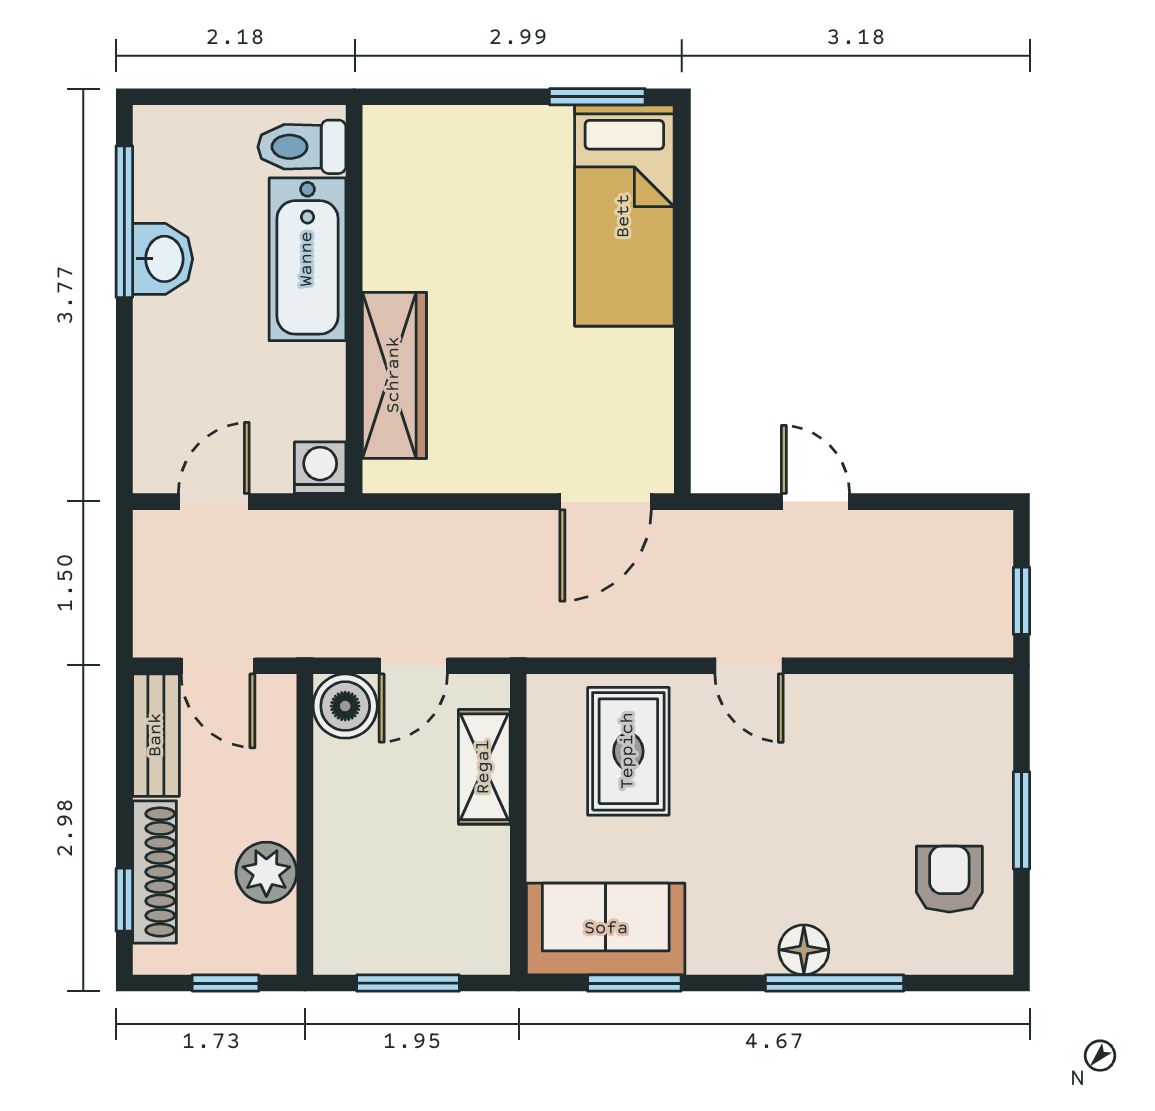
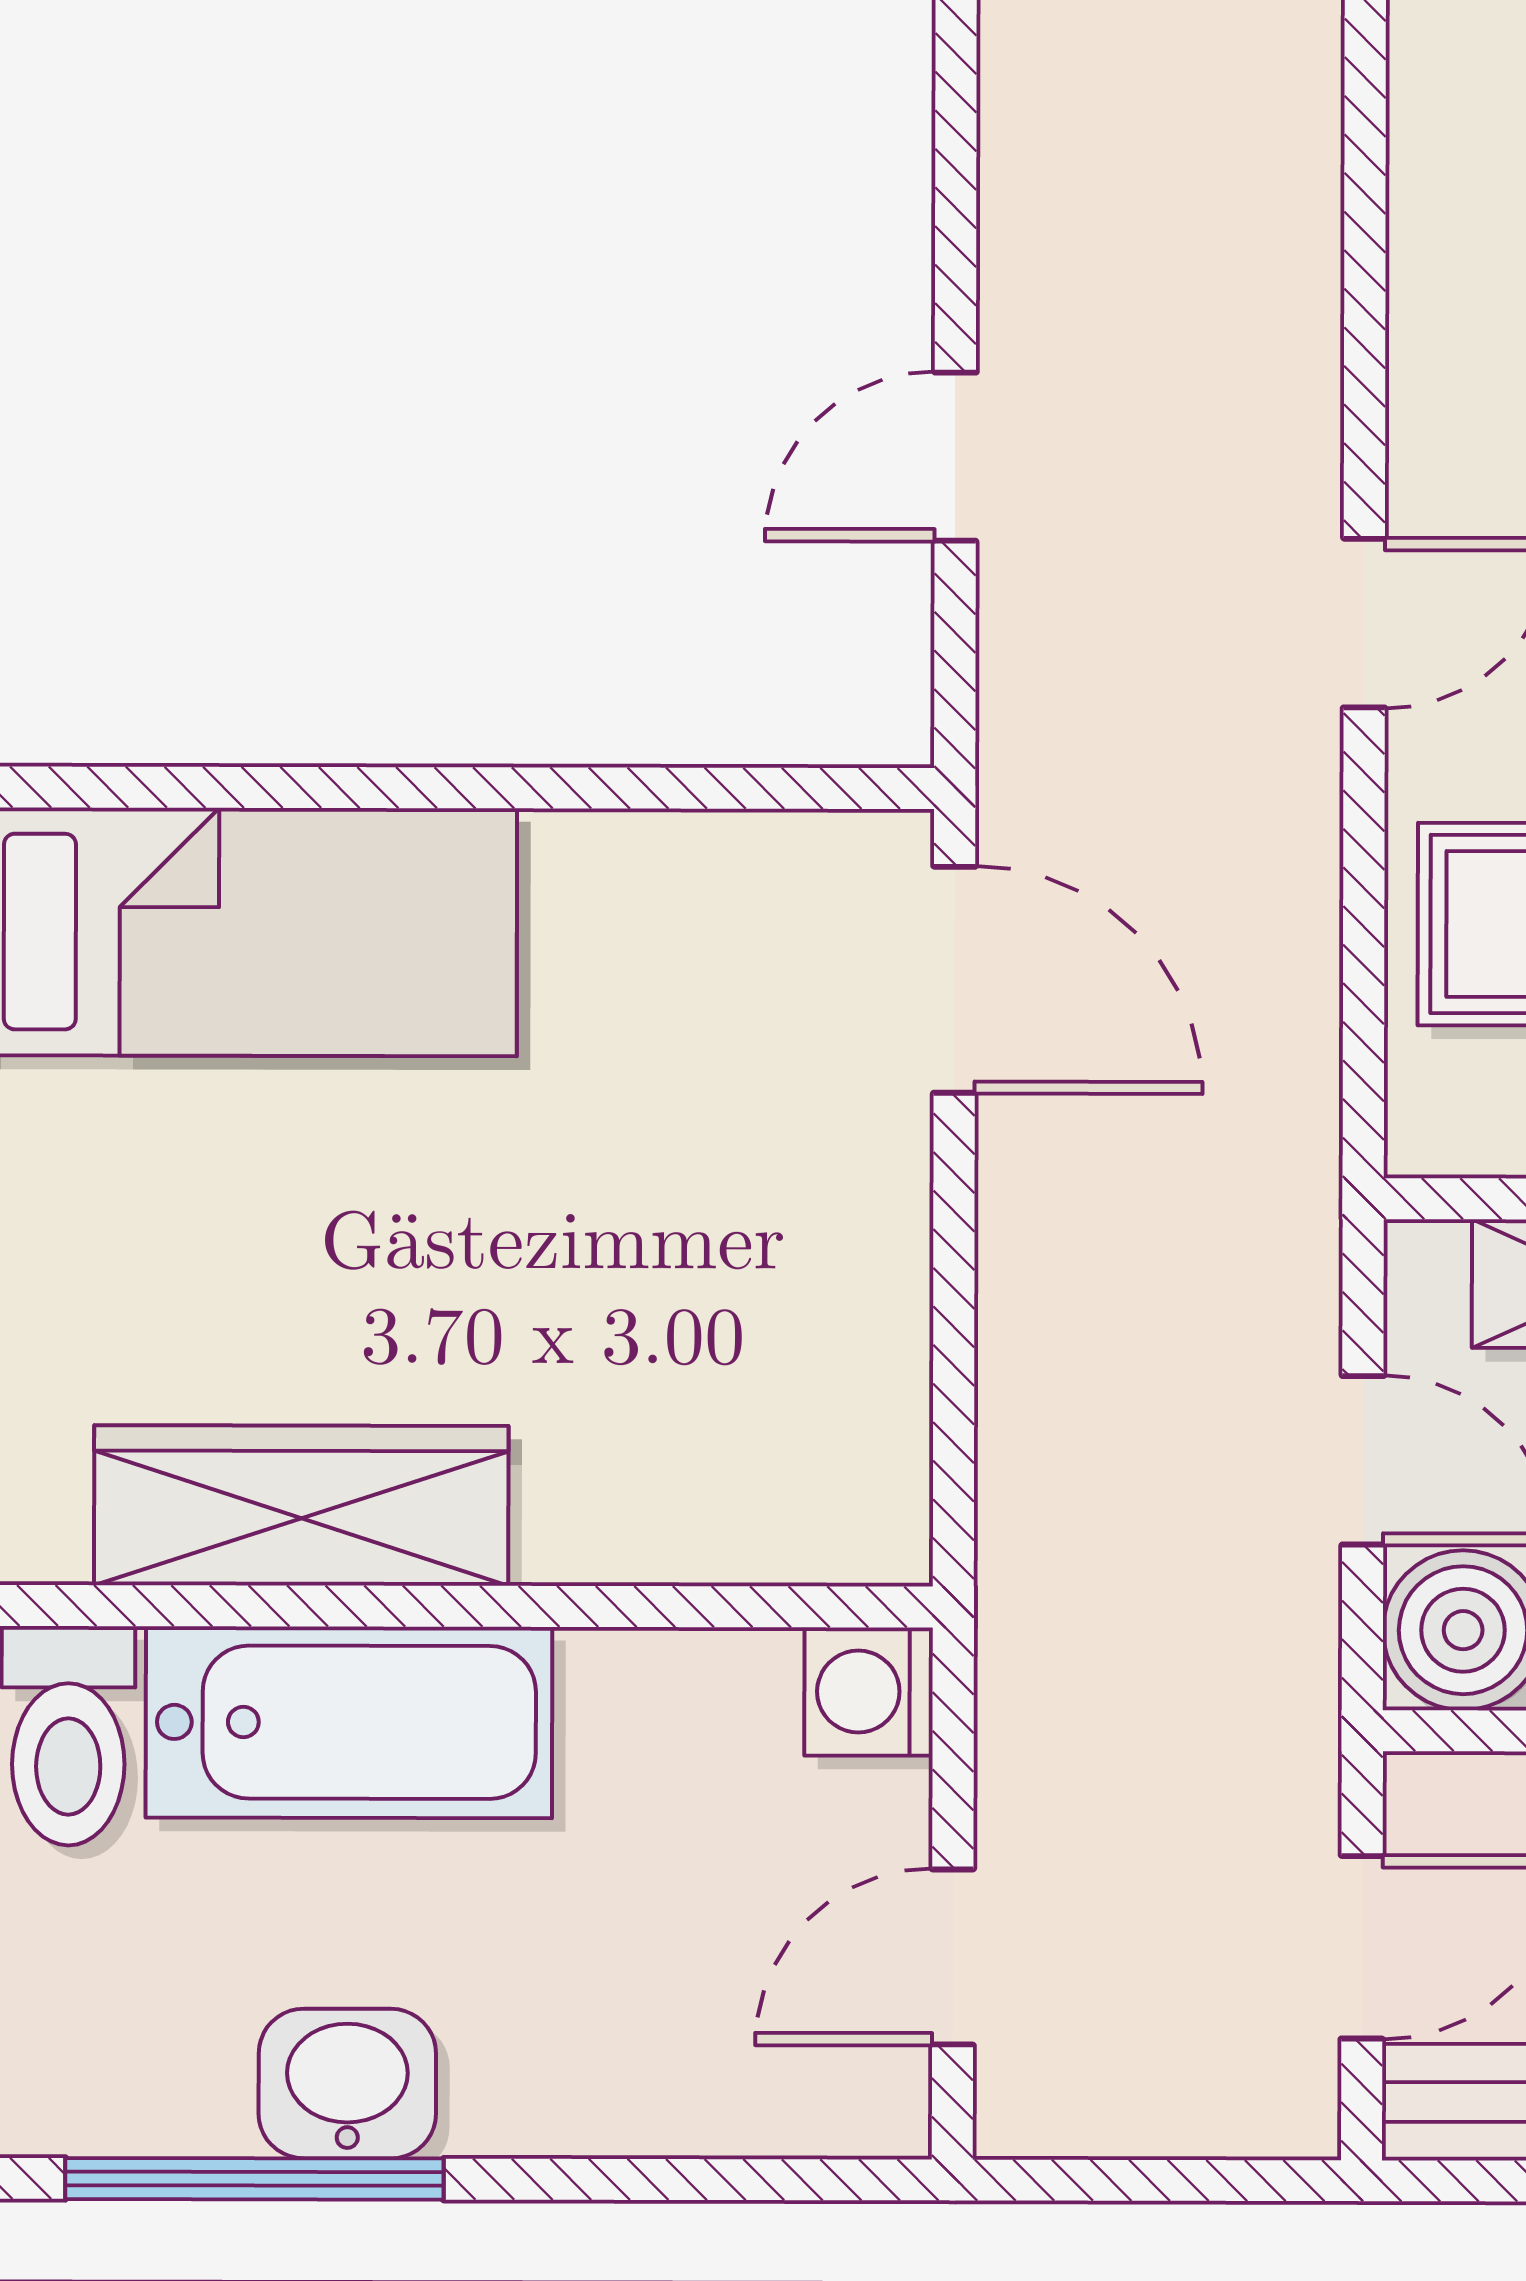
wardrobe: (394, 375) -> (301, 1505), moved
door: (214, 502) -> (953, 1957), hinge flipped

